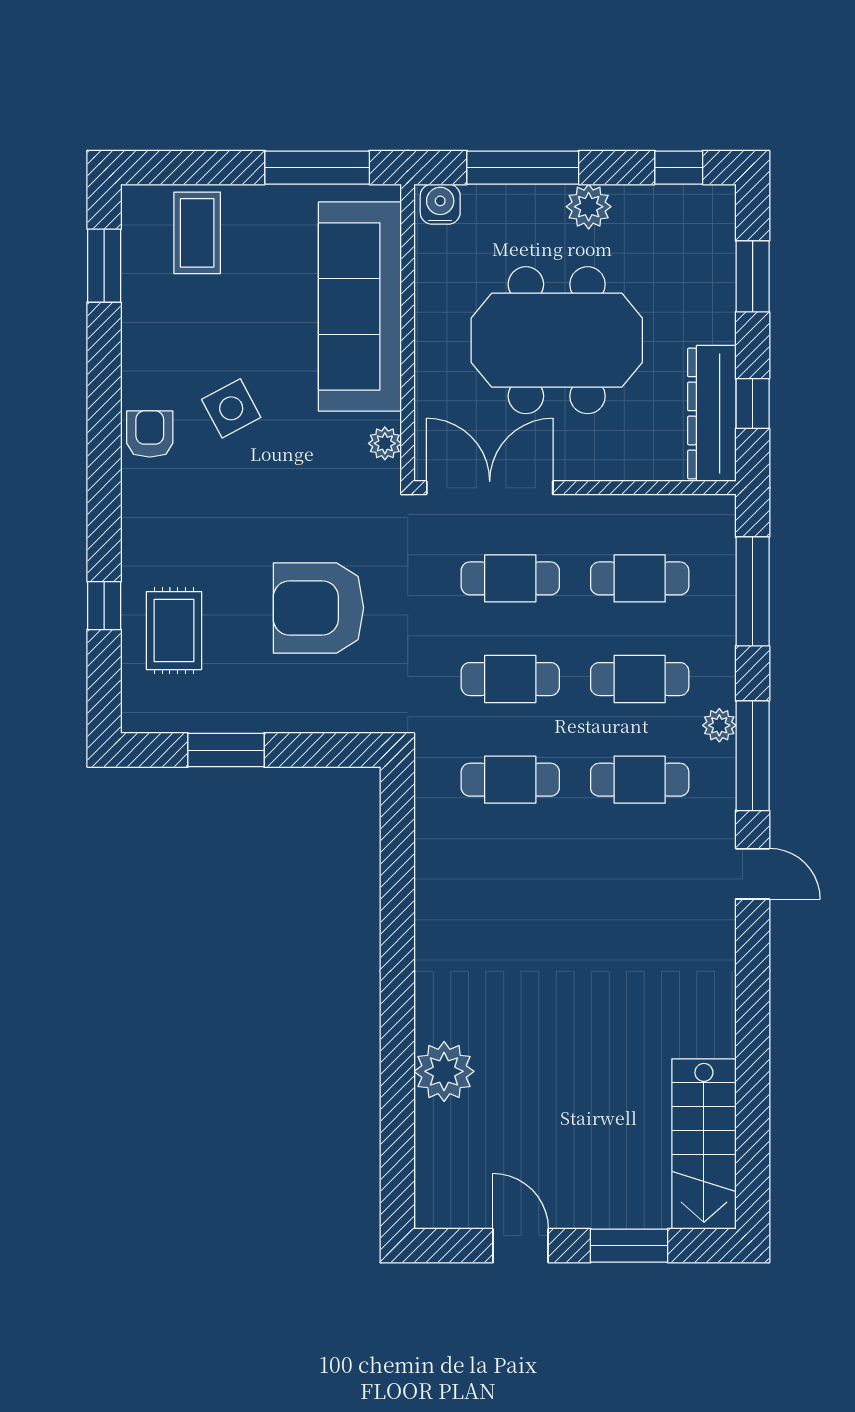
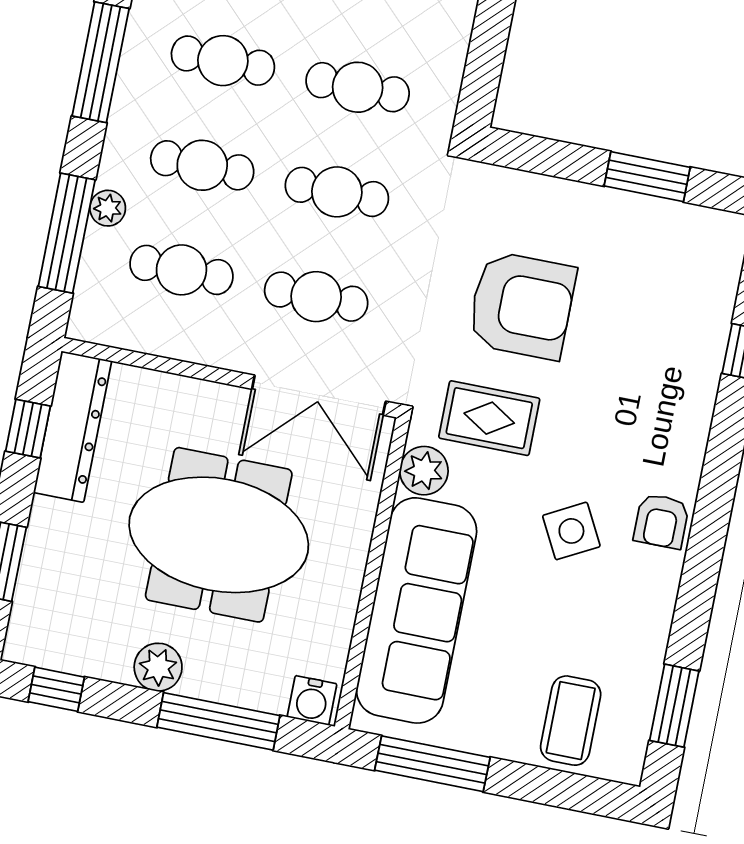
plant: (385, 443) -> (424, 471), width x1.38, depth x1.38
rug: (174, 631) -> (489, 418), moved, turned 90
plant: (719, 725) -> (108, 208), moved

